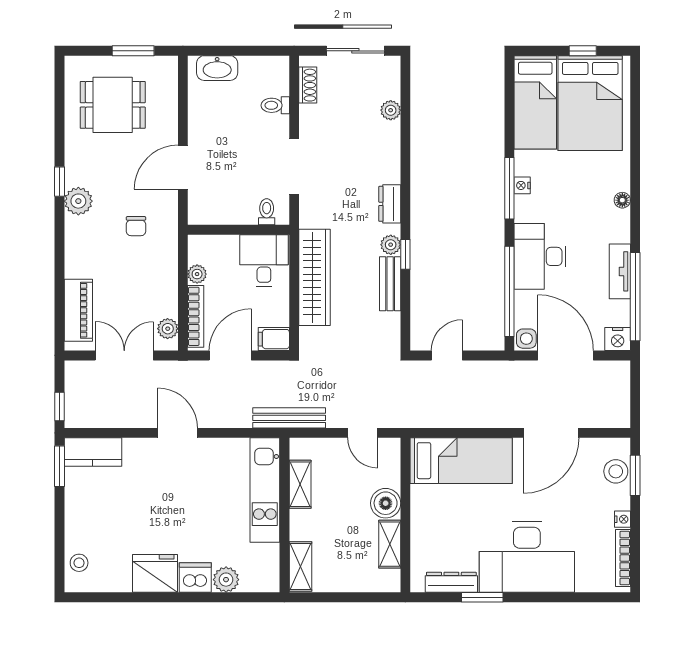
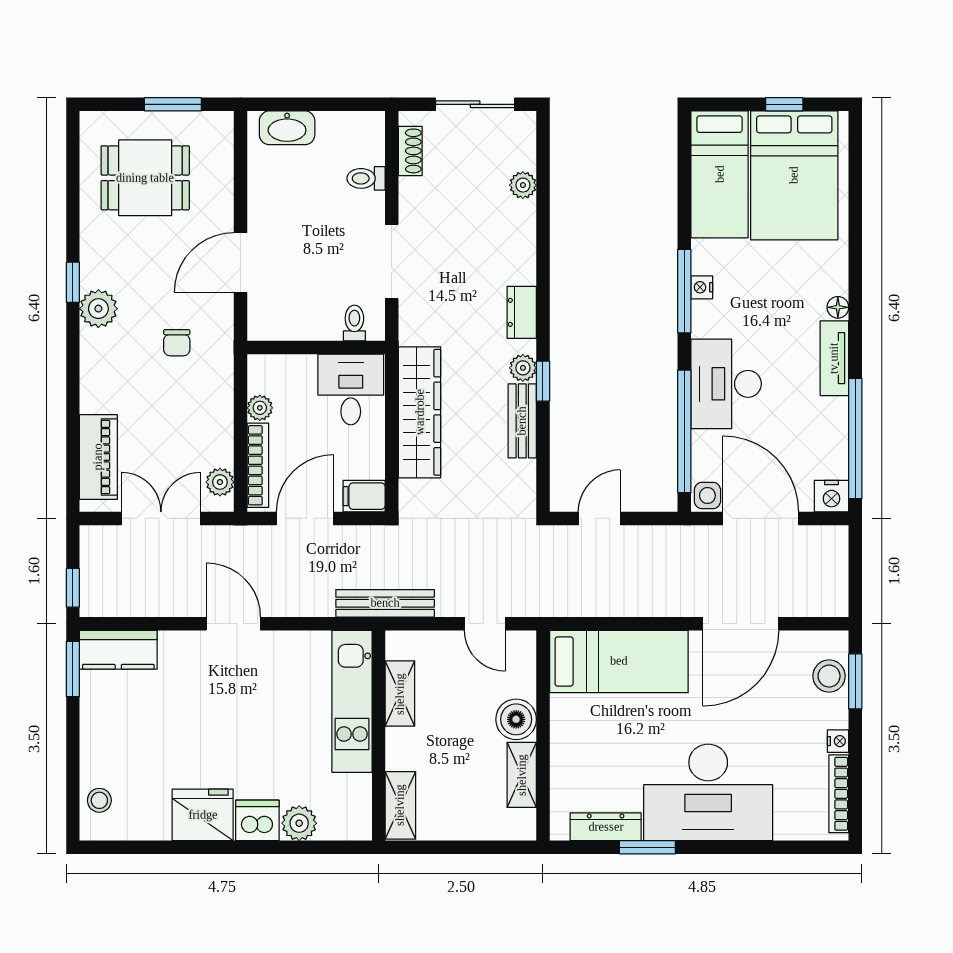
tv unit: (620, 271) -> (834, 358), moved

